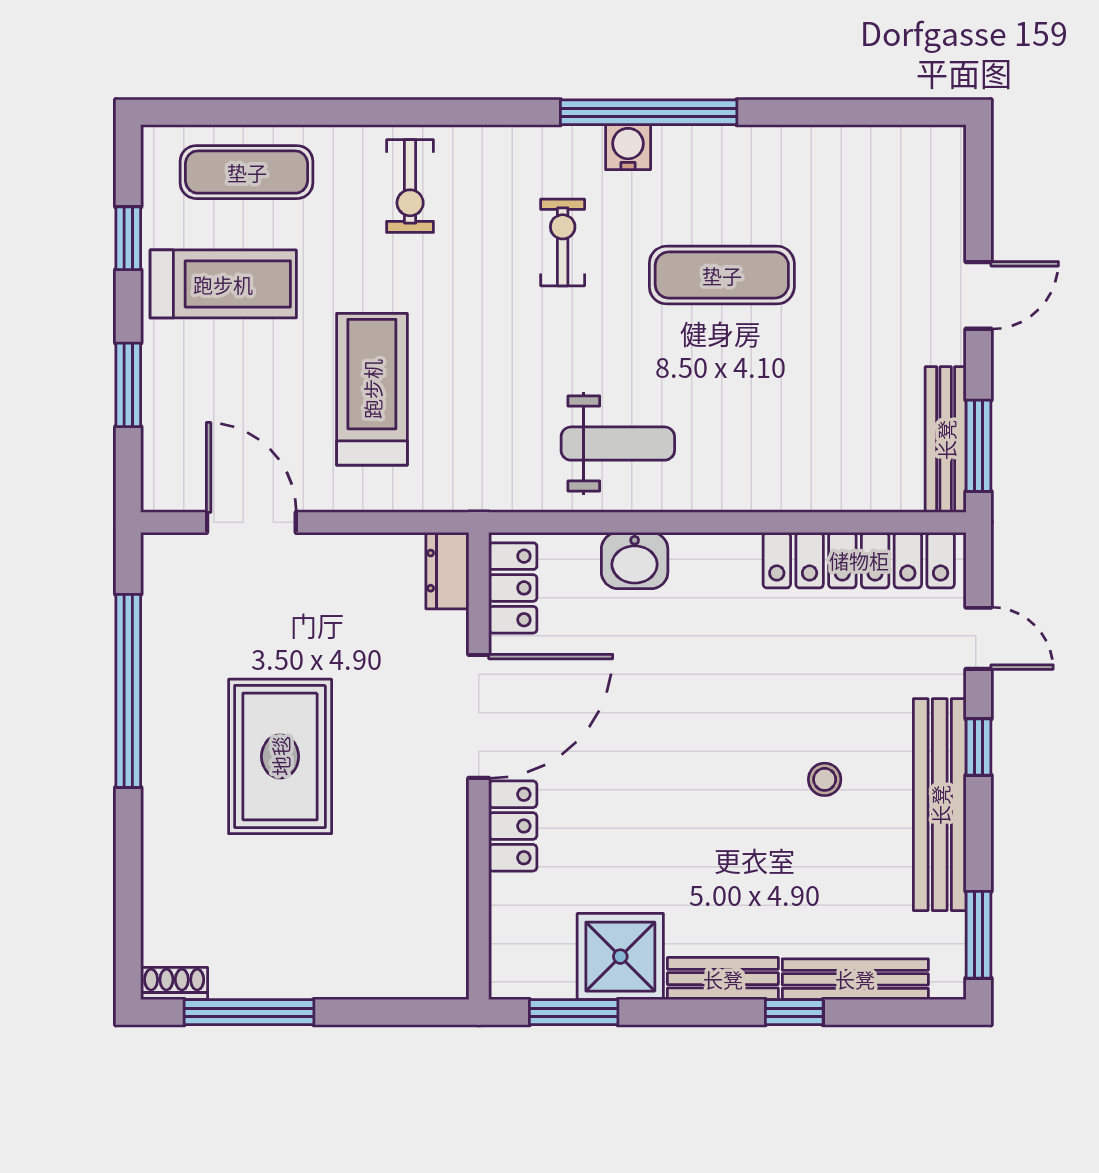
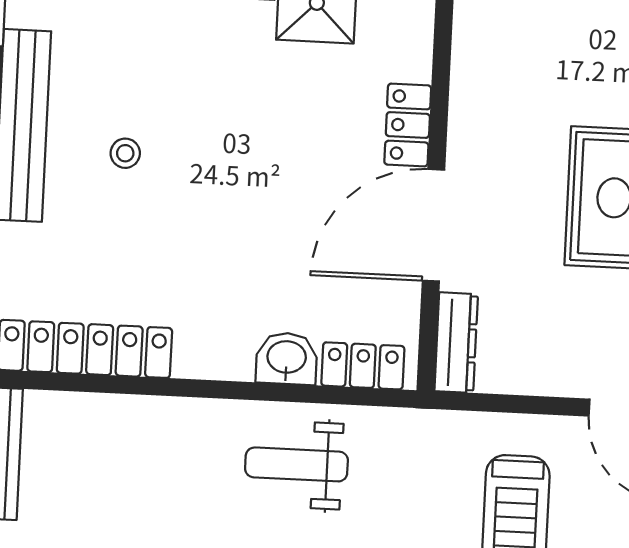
dresser: (447, 571) -> (456, 343), width x1.44
locker: (513, 588) -> (363, 366), moved, turned 90

